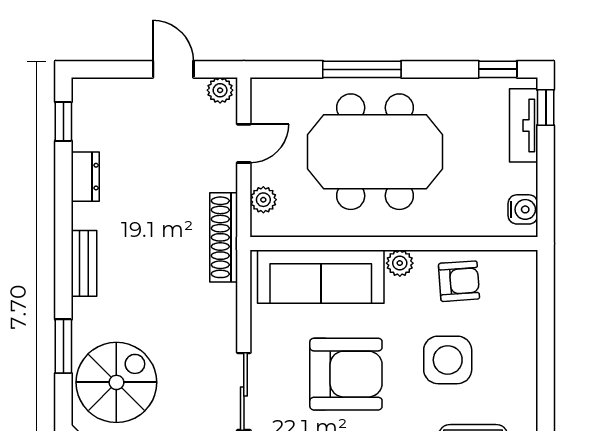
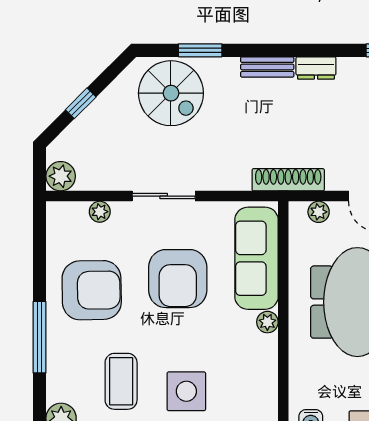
dresser: (85, 177) -> (316, 68), moved
armchair: (459, 281) -> (253, 370), removed
side table: (448, 360) -> (186, 391), moved

